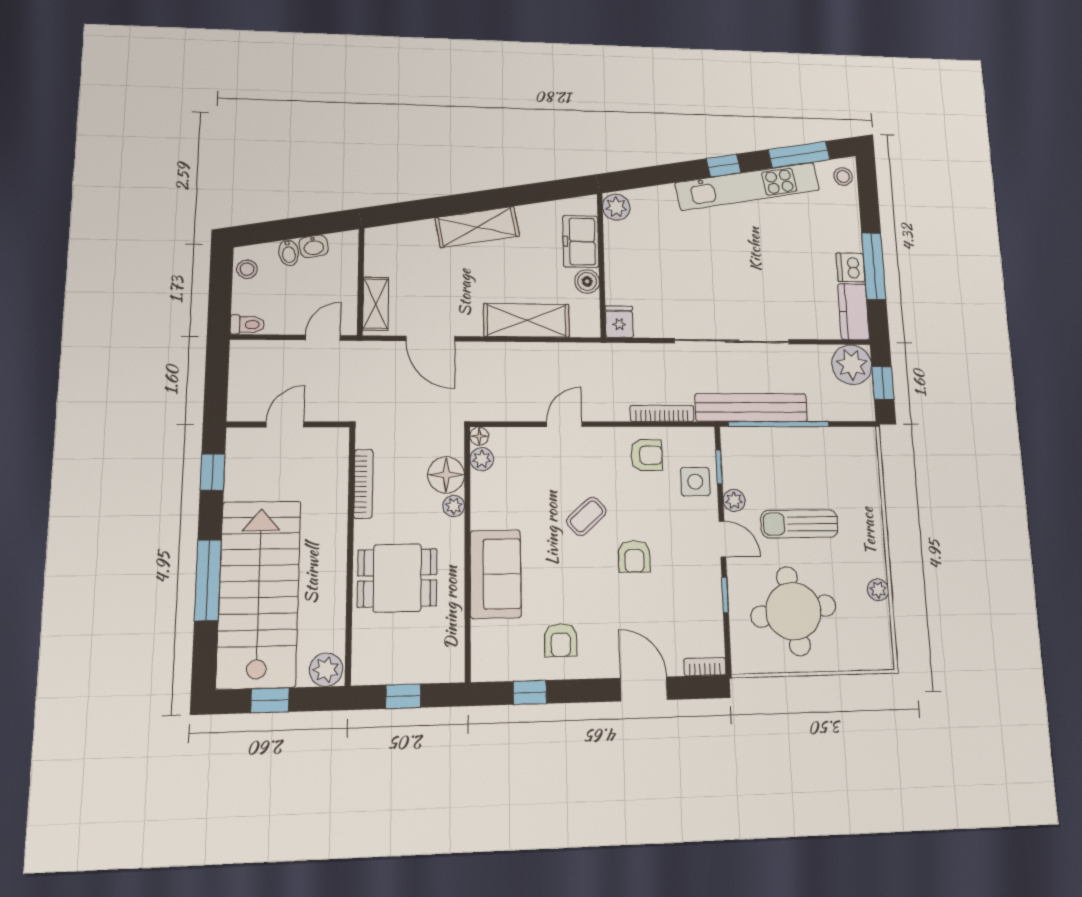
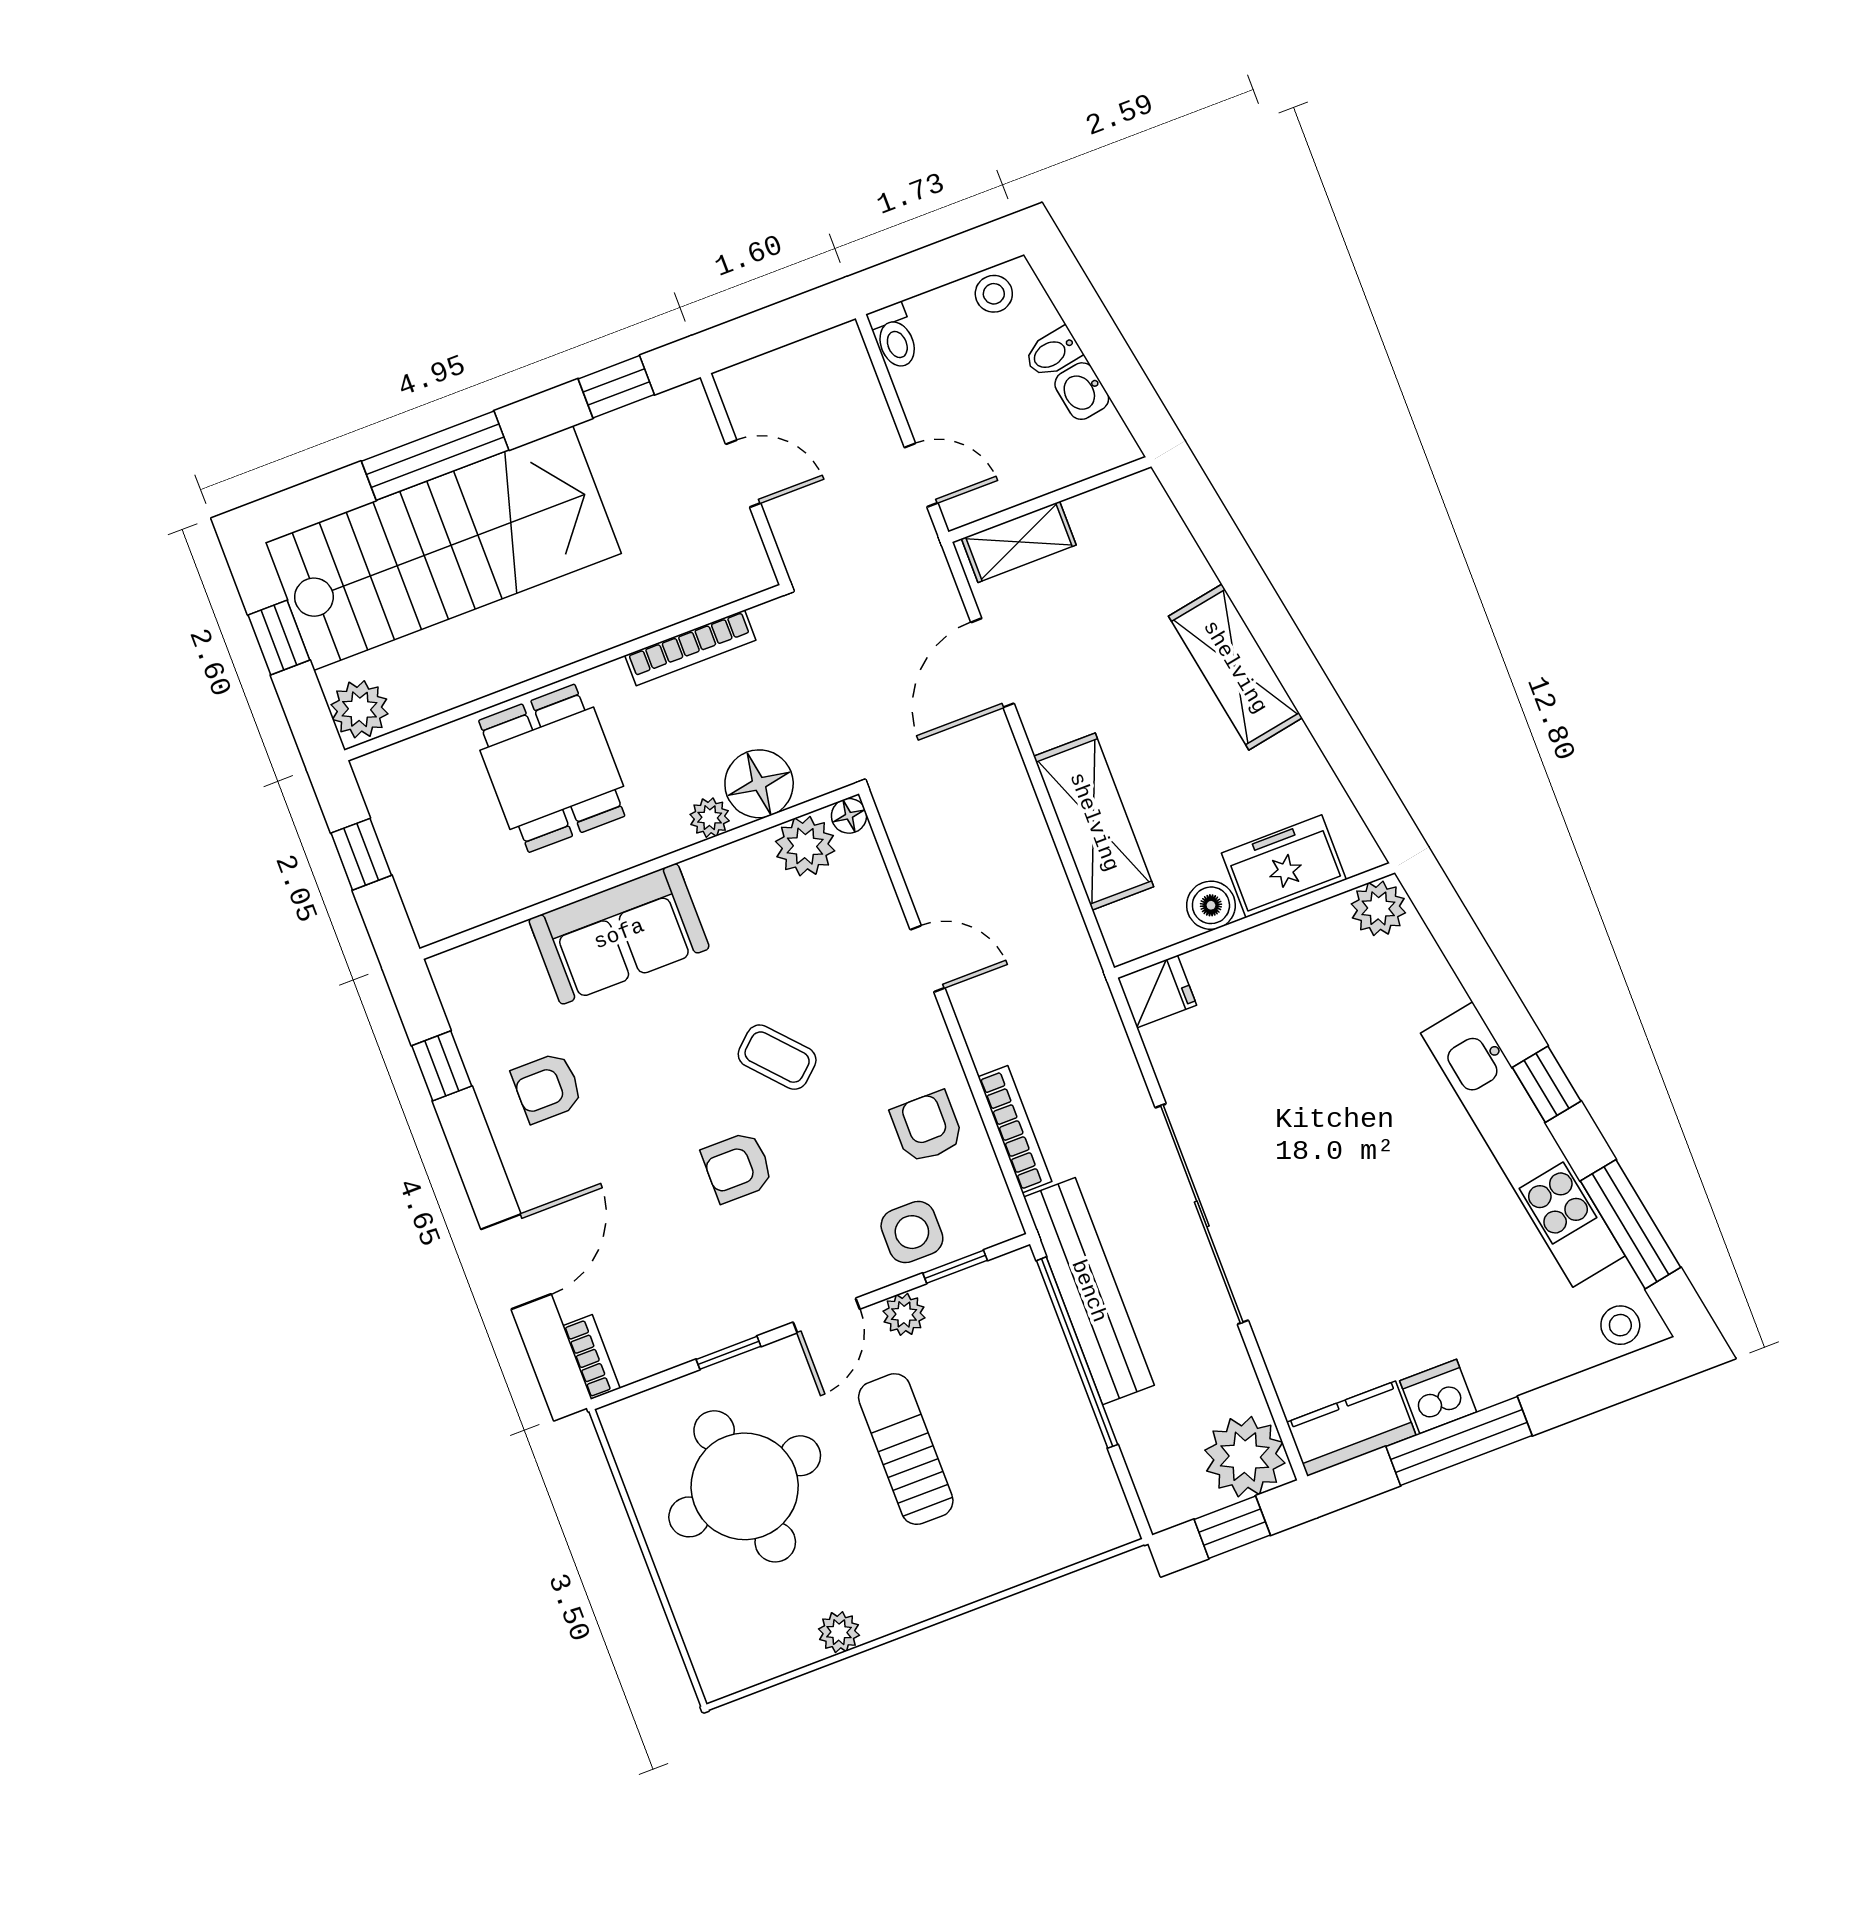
armchair: (647, 455) -> (927, 1127), turned 180
plant: (482, 459) -> (805, 846), width x1.38, depth x1.38

